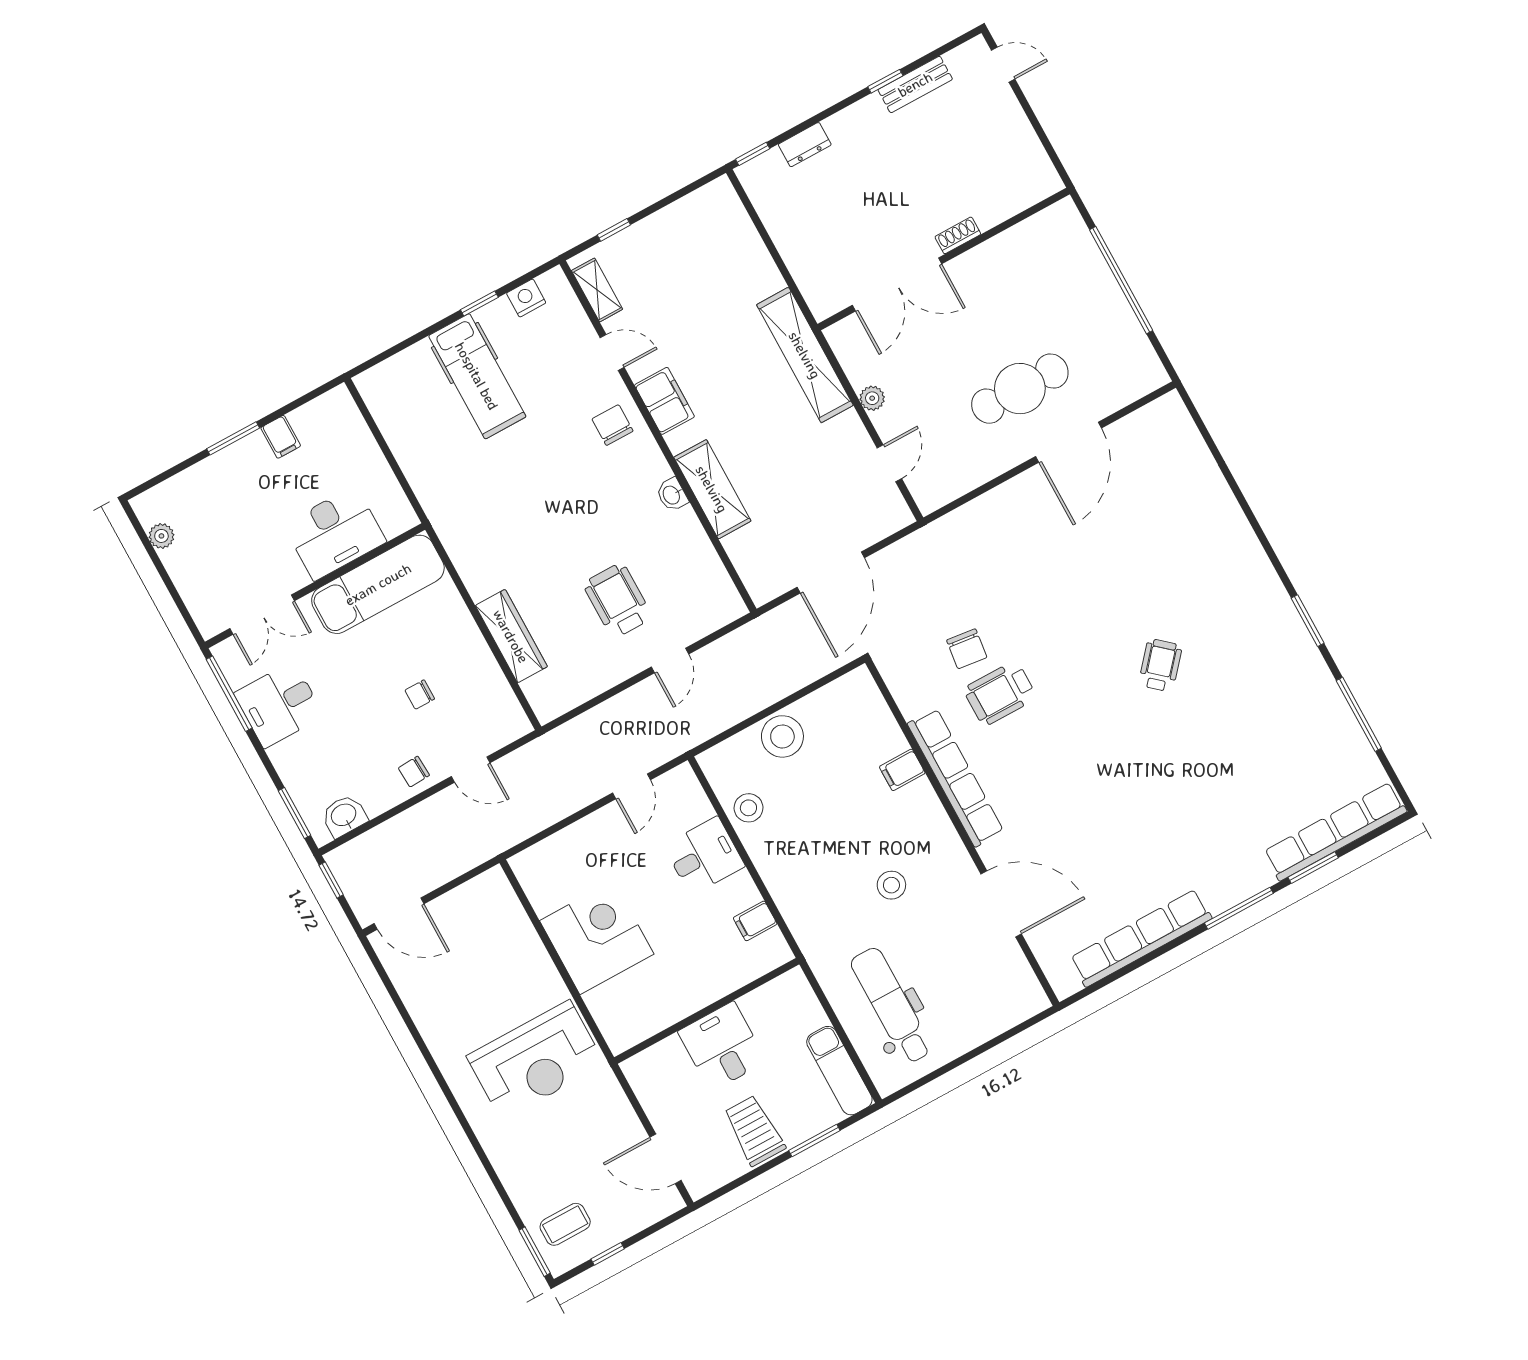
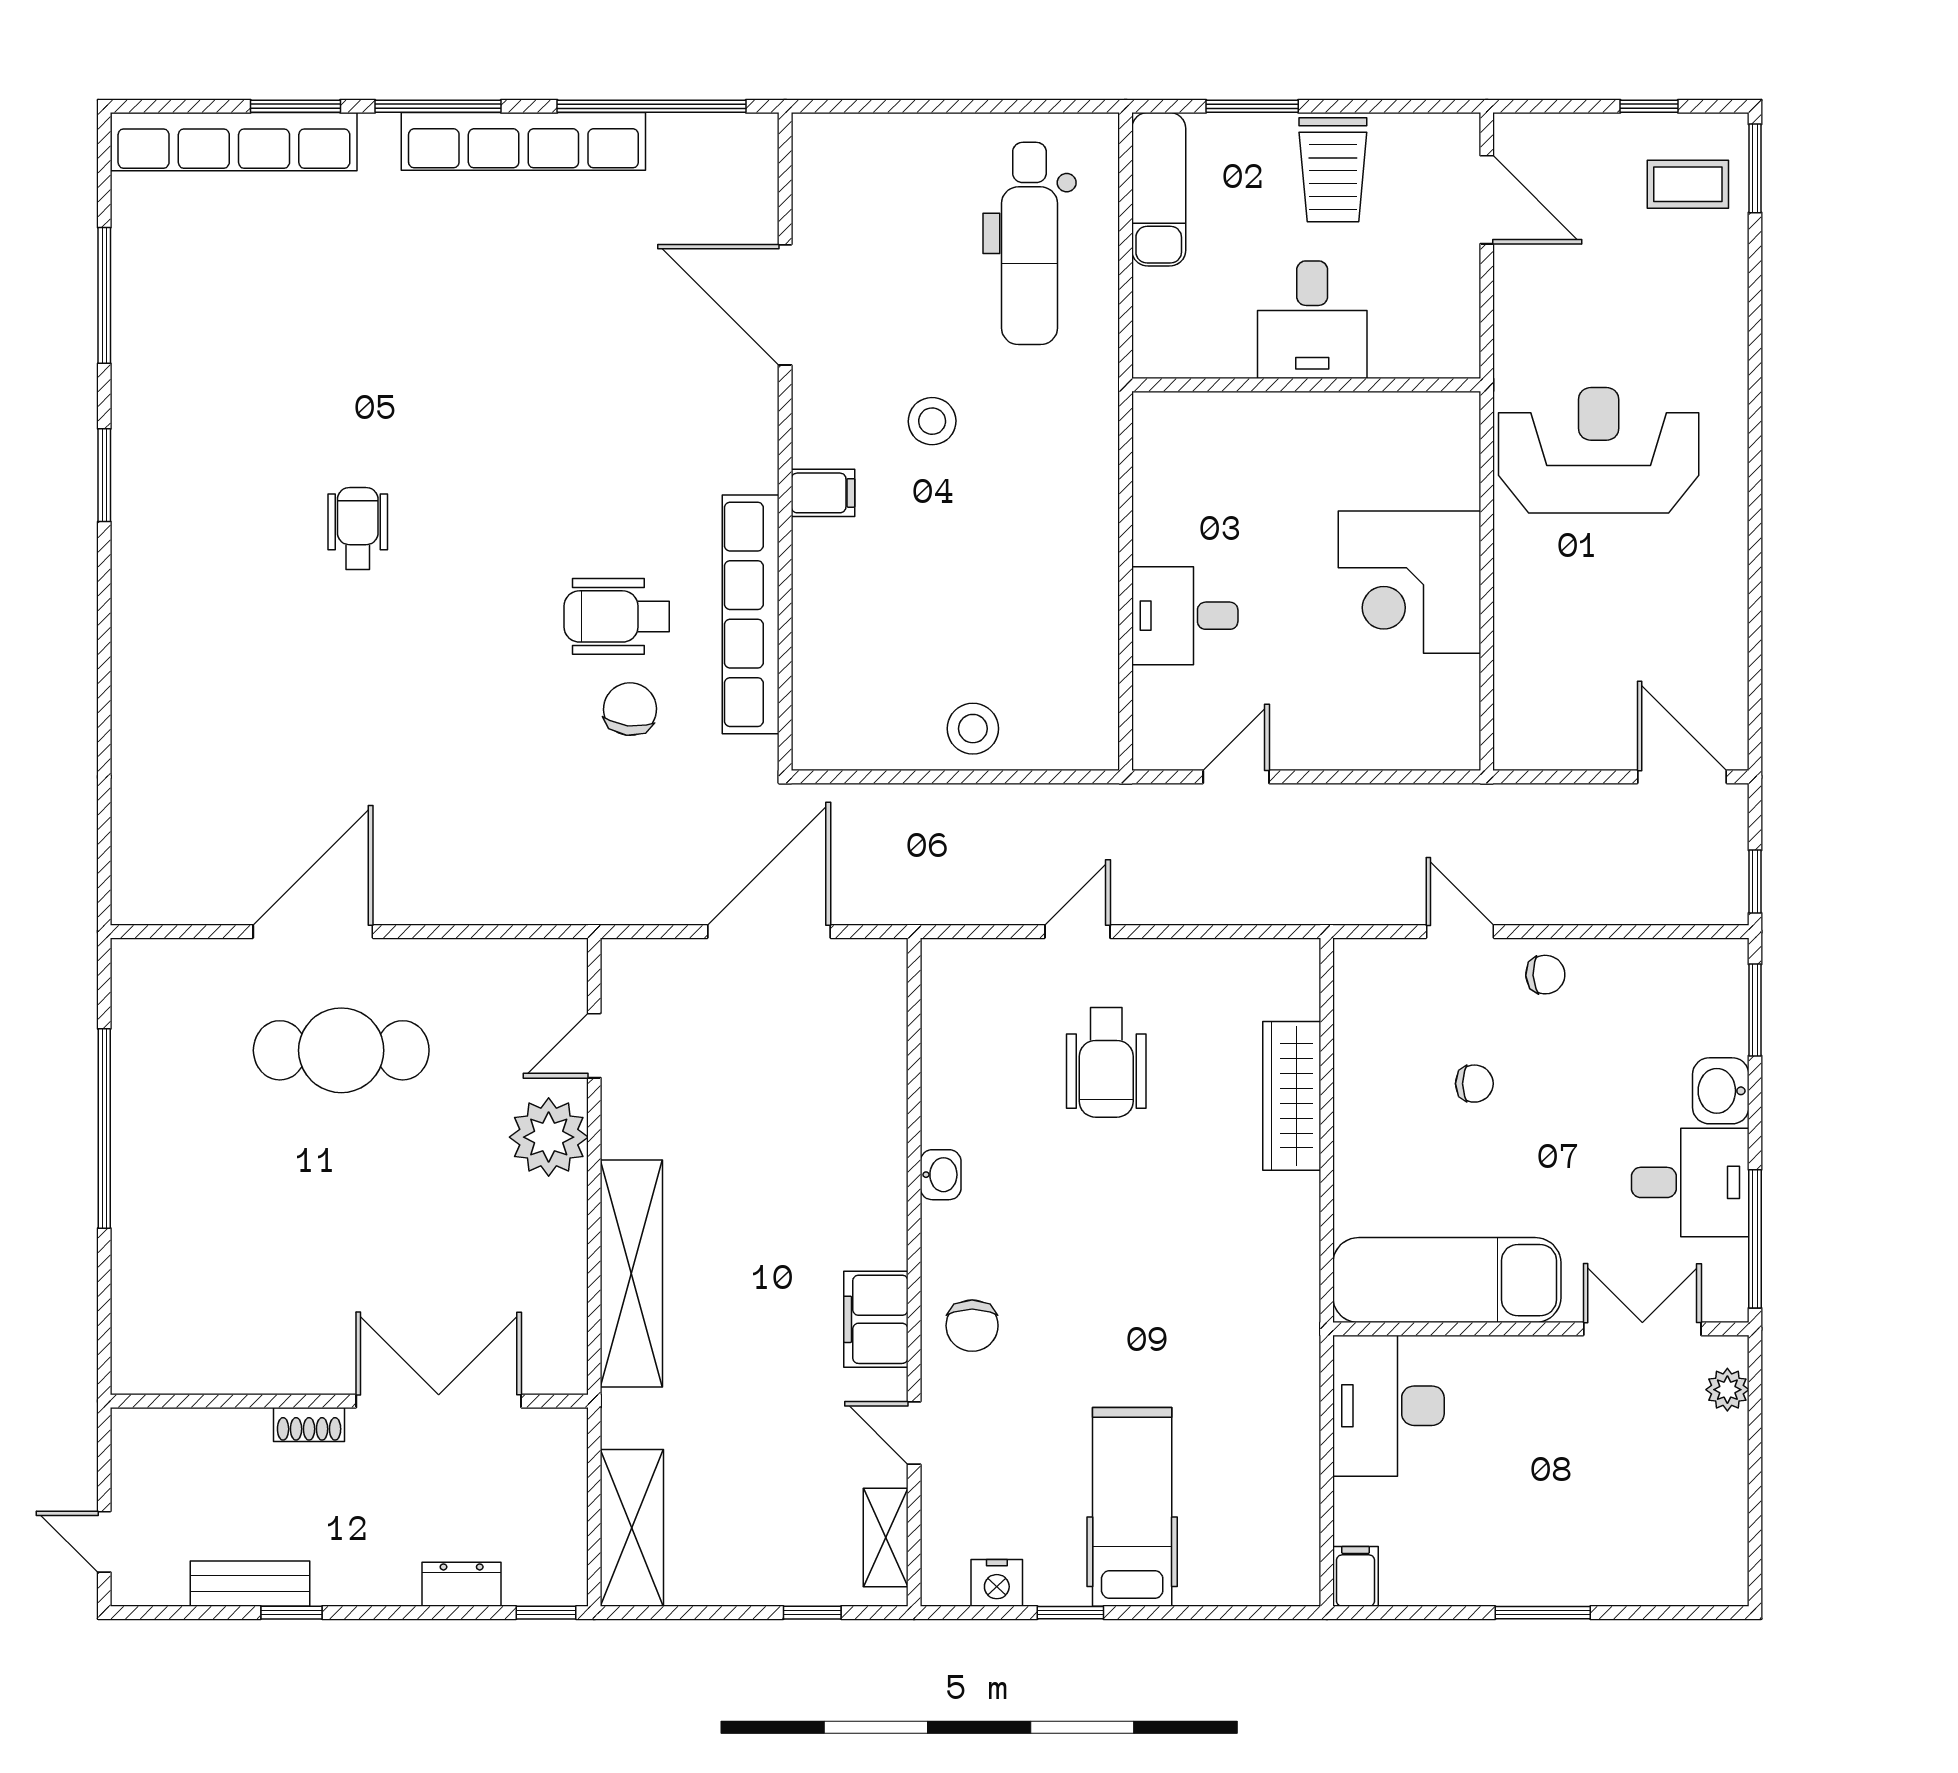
shoe rack: (958, 235) -> (309, 1424), moved
wall: (944, 259) -> (349, 1401), moved
double door: (897, 285) -> (439, 1401), moved
plant: (872, 398) -> (549, 1137), width x1.88, depth x1.88
filing cabinet: (281, 437) -> (1356, 1576), moved
shelving: (712, 489) -> (632, 1528), moved
desk: (335, 533) -> (1389, 1406), moved, turned -90
plant: (161, 536) -> (1727, 1390), moved
wheelchair: (1160, 665) -> (358, 528), turned 139
wheelchair: (1000, 693) -> (617, 616), turned 180
stool: (782, 736) -> (973, 729), width x0.73, depth x0.73
filing cabinet: (902, 770) -> (823, 493), moved
row of seats: (955, 778) -> (751, 614), moved
stool: (748, 808) -> (1081, 651), removed
washbasin: (344, 816) -> (1721, 1091), moved, turned 90
filing cabinet: (755, 921) -> (1162, 478), removed
row of seats: (1141, 938) -> (523, 141), moved
window: (1128, 969) -> (652, 106), added

